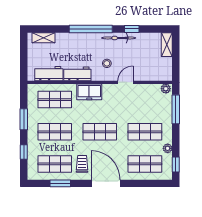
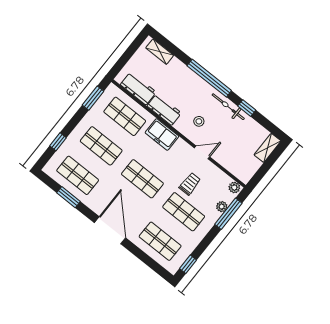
window: (24, 119) -> (93, 98), moved
plant: (168, 148) -> (222, 207), moved
trolley: (82, 164) -> (190, 184), moved

